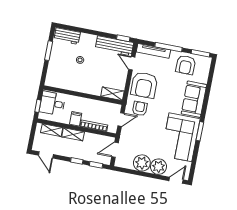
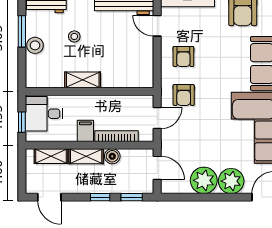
stool: (55, 61) -> (35, 45), added
armchair: (144, 85) -> (183, 56), width x0.53, depth x0.53
shelving: (112, 94) -> (83, 80), moved
armchair: (140, 109) -> (184, 95), turned 180
boiler: (89, 137) -> (112, 156), added
door: (115, 150) -> (157, 168), swing flipped

